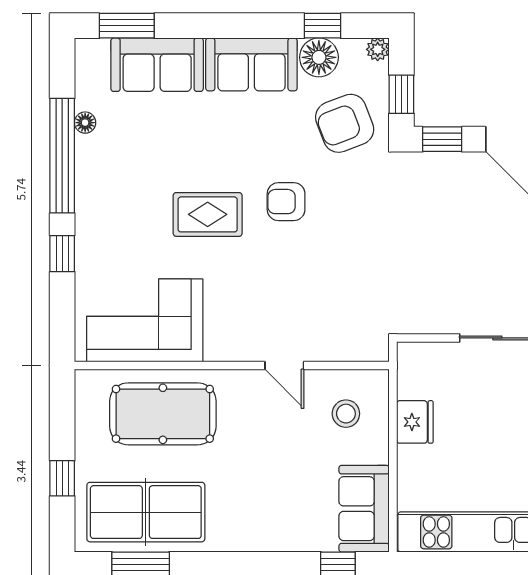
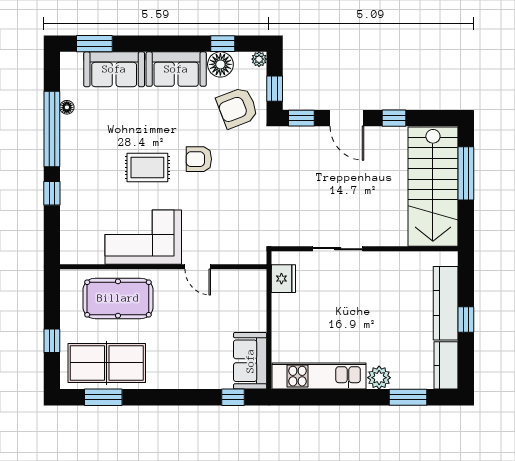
corner sofa: (145, 320) -> (143, 237), moved
stool: (346, 414) -> (238, 298), removed
fridge: (415, 422) -> (283, 279), moved

